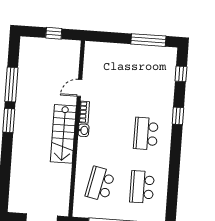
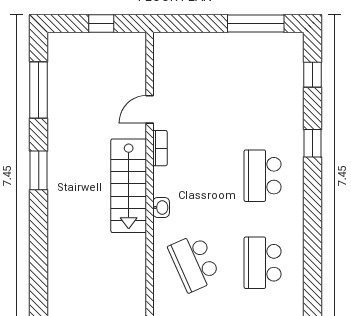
window: (11, 85) -> (39, 90), moved
washbasin: (84, 130) -> (161, 207), moved
school desk: (100, 184) -> (194, 263), turned -36

